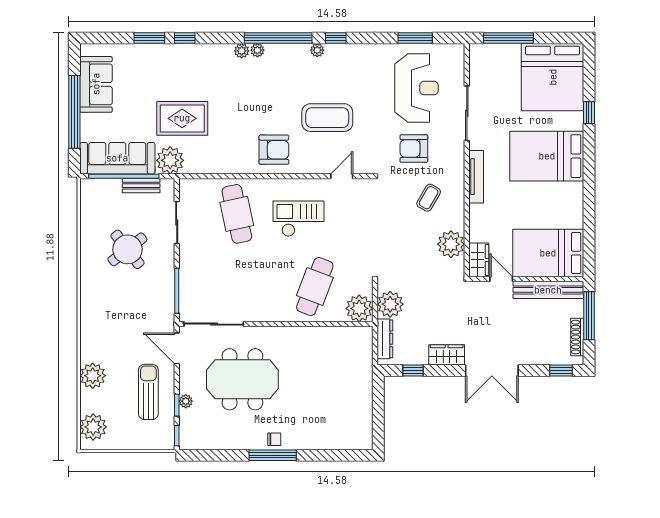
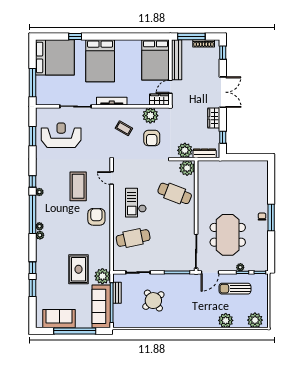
armchair: (414, 149) -> (152, 138), moved

